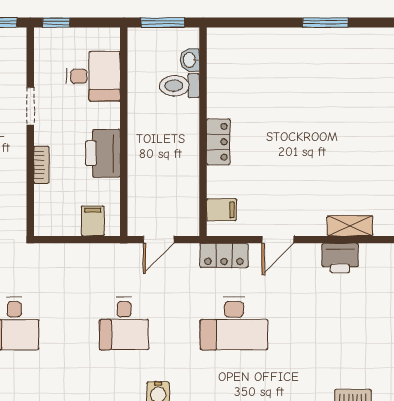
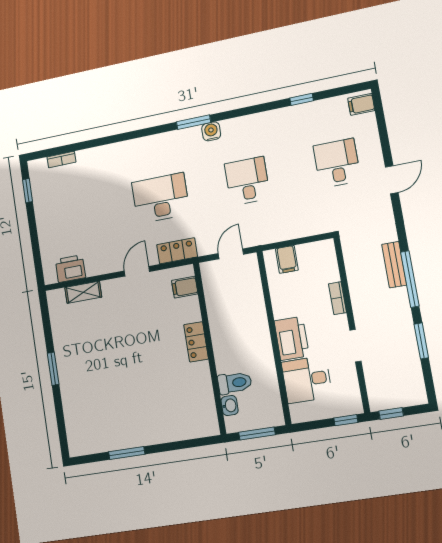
printer: (103, 153) -> (292, 338), moved
printer: (340, 258) -> (70, 269), moved

